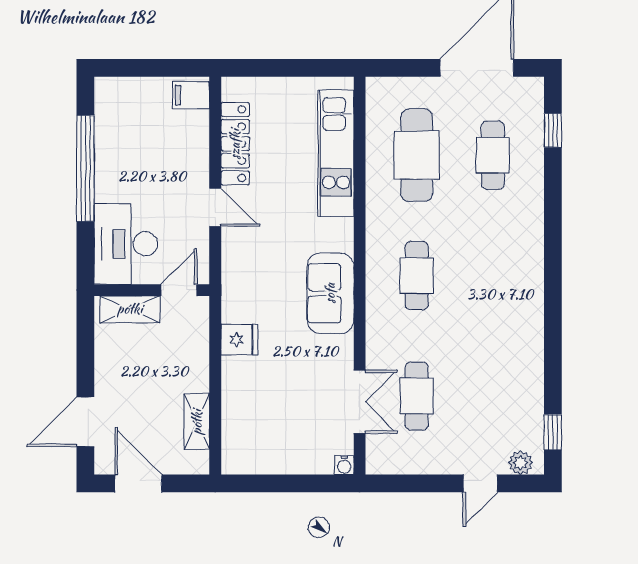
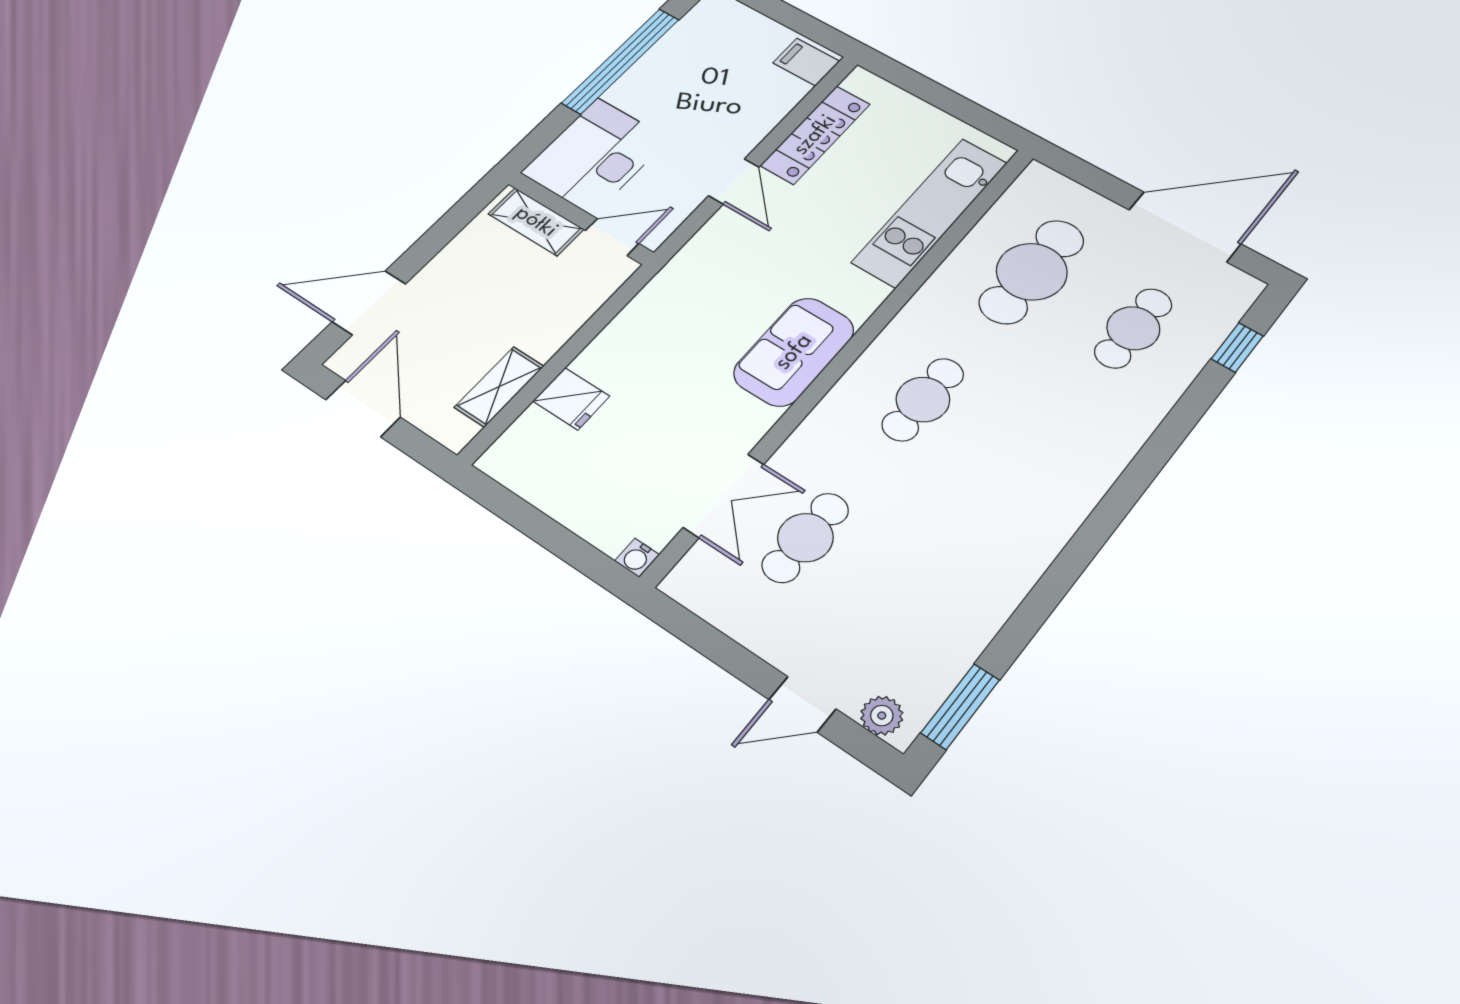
fridge: (239, 340) -> (571, 399), moved
window: (553, 432) -> (960, 706), width x1.50

